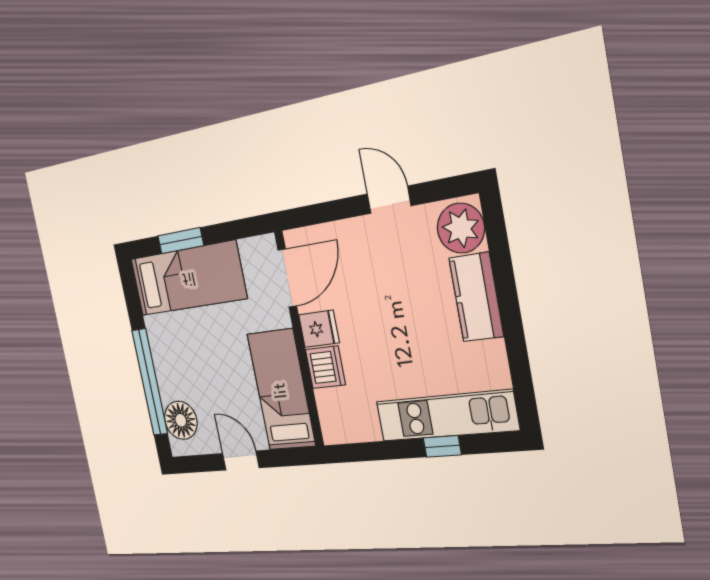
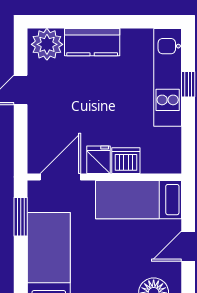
window: (181, 241) -> (21, 217), moved
door: (287, 278) -> (60, 177), hinge flipped

